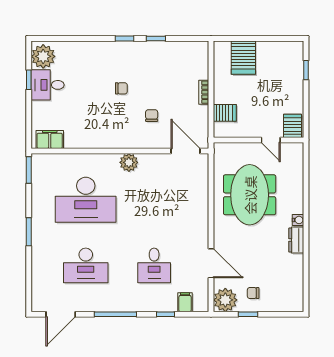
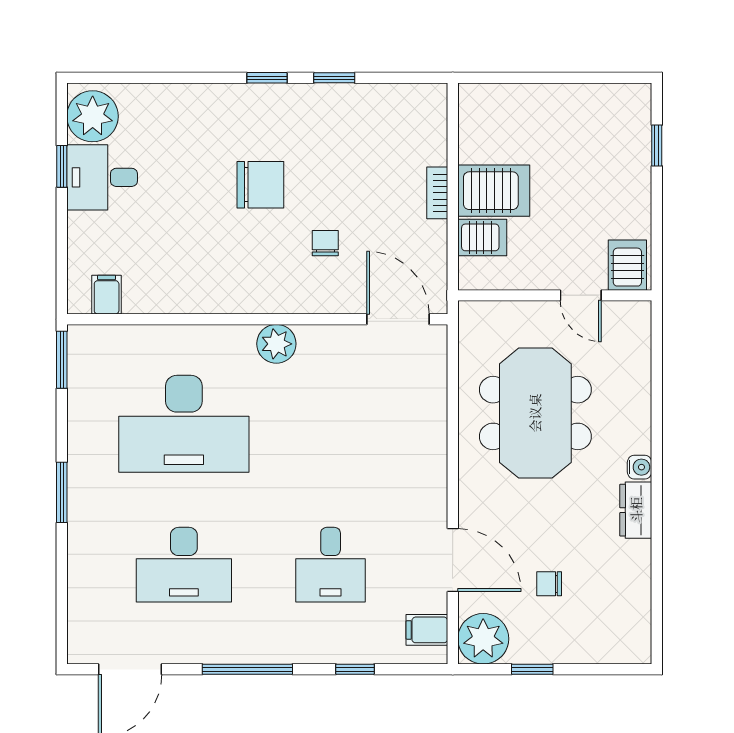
server rack: (243, 58) -> (494, 191), moved, turned -90
chair: (121, 88) -> (260, 185), width x1.87, depth x1.87
filing cabinet: (50, 140) -> (107, 295), width x0.50
chair: (253, 293) -> (549, 584), moved
filing cabinet: (185, 302) -> (427, 630), moved, turned -90

